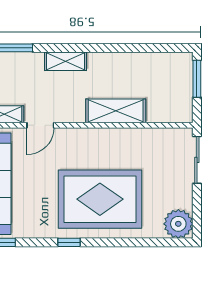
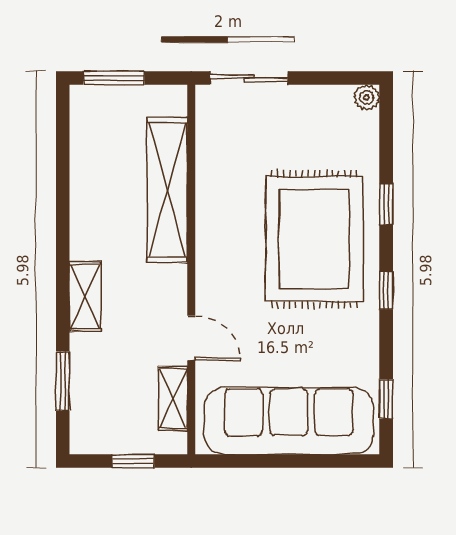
shelving: (116, 111) -> (167, 190), width x1.47
plant: (178, 224) -> (367, 98), width x0.53, depth x0.53
window: (121, 242) -> (386, 204), added

